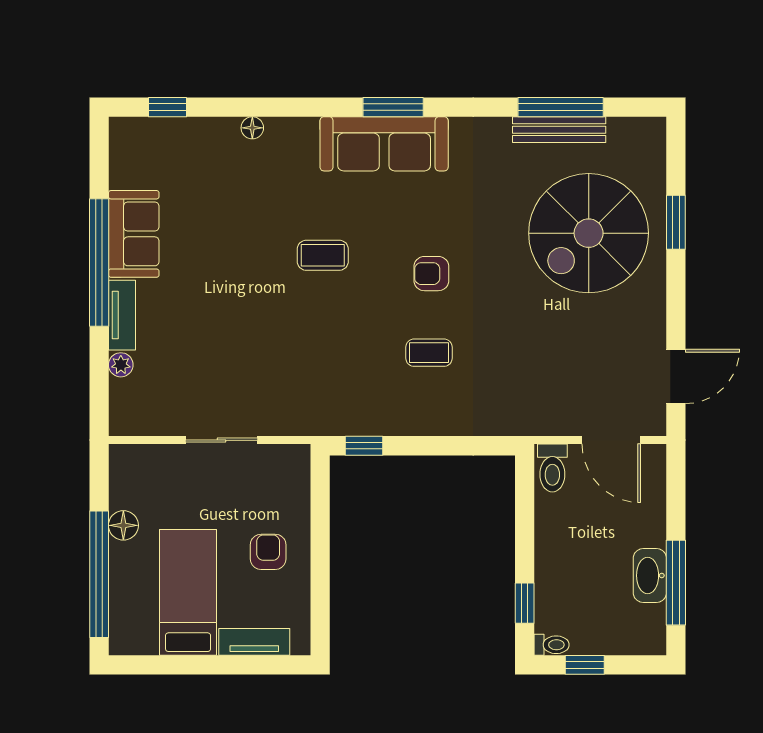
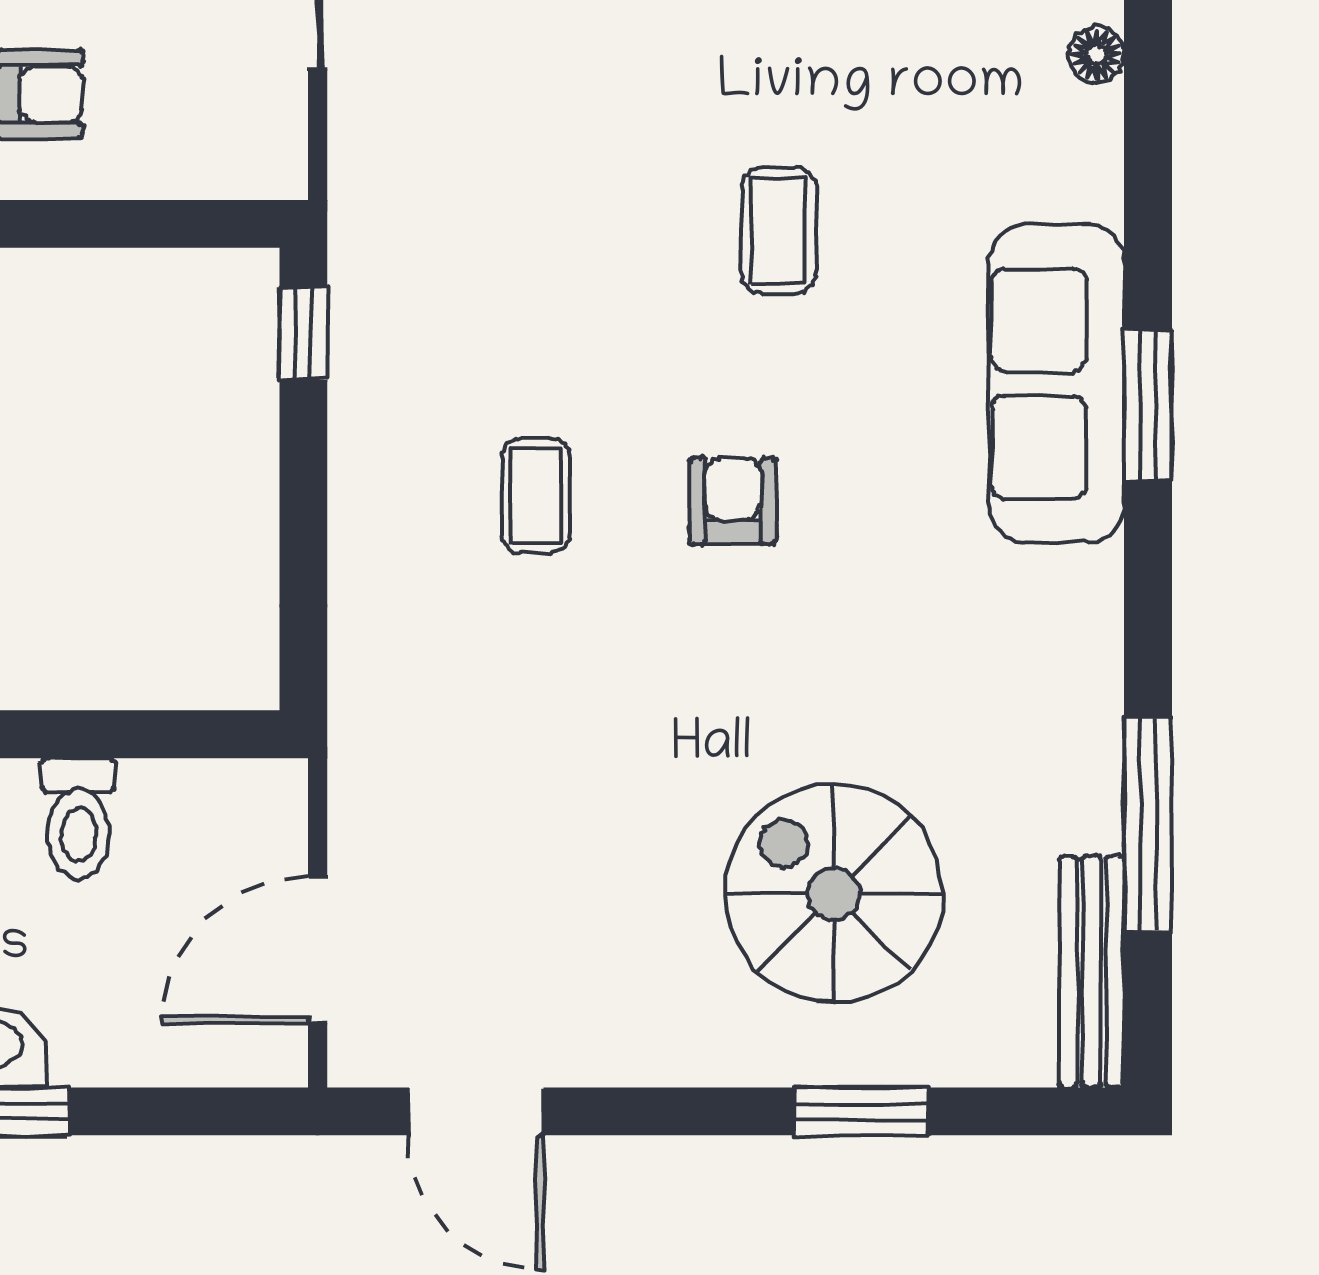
bench: (559, 130) -> (1092, 972), moved
spiral stairs: (589, 233) -> (834, 894), width x0.73, depth x0.73
toilet: (552, 468) -> (78, 818), moved, turned -90

